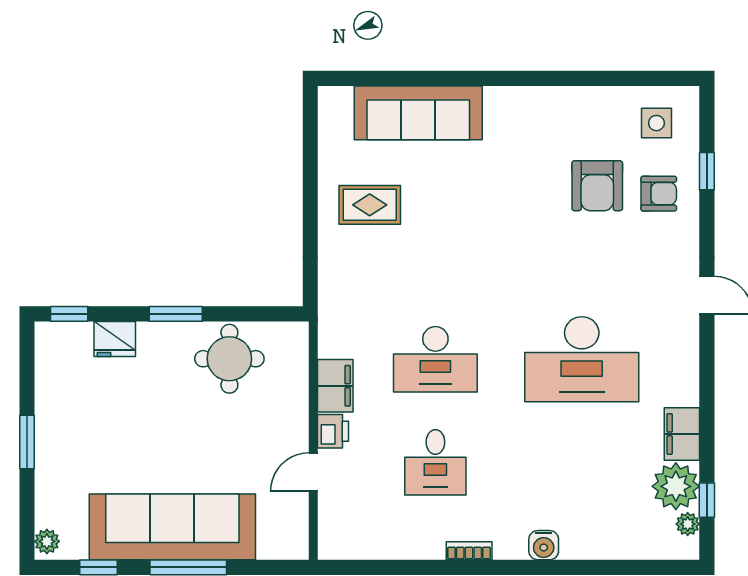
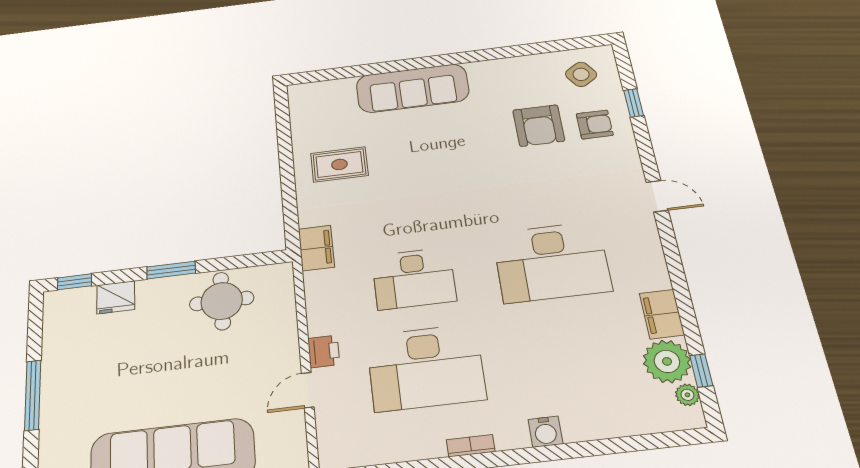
sofa: (418, 113) -> (412, 88), moved
side table: (656, 123) -> (581, 74), turned -34
filing cabinet: (335, 386) -> (316, 248), moved
window: (27, 442) -> (33, 395), width x1.44
desk: (435, 462) -> (426, 367), width x1.87, depth x1.30

